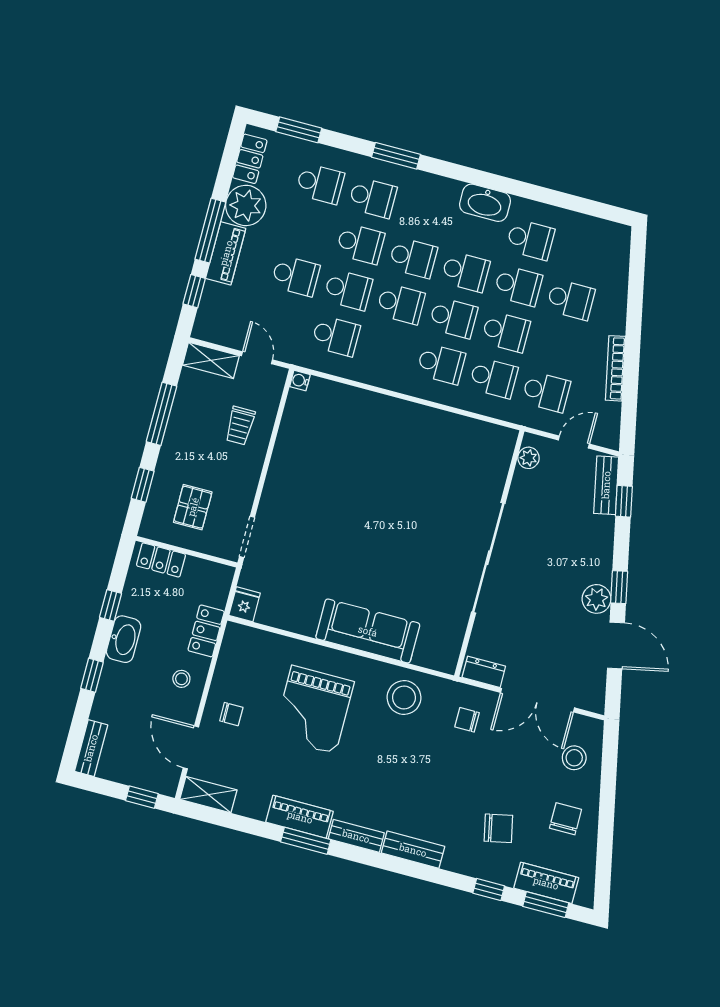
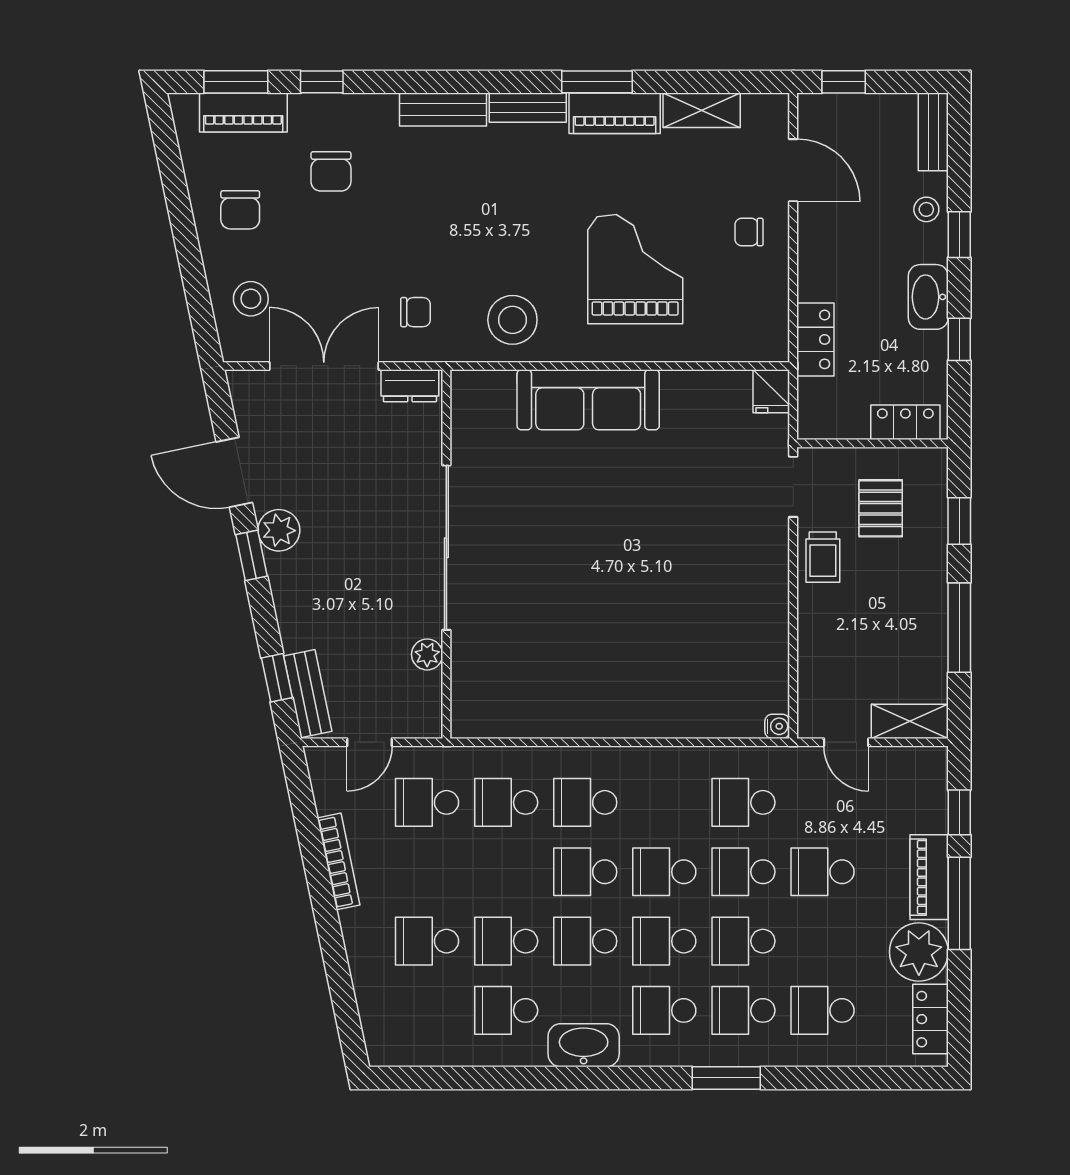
window: (299, 130) -> (873, 1078), removed
school desk: (506, 332) -> (664, 1010), moved
trolley: (240, 426) -> (823, 557), moved, turned 180
plant: (528, 458) -> (427, 654), moved
stool: (181, 679) -> (926, 209), moved
shelving: (208, 795) -> (702, 110), moved
chair: (498, 828) -> (331, 171), turned -78

